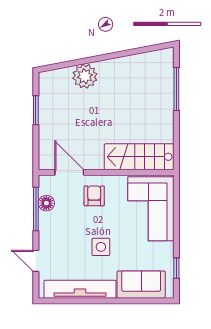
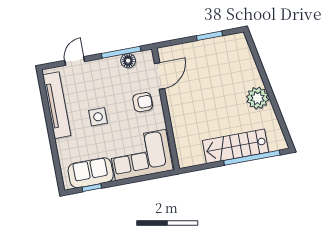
plant: (85, 76) -> (258, 98), moved
window: (176, 89) -> (252, 158), width x1.46
stairs: (139, 157) -> (235, 146), moved, turned -90
sofa: (141, 285) -> (91, 173), moved, turned -90

